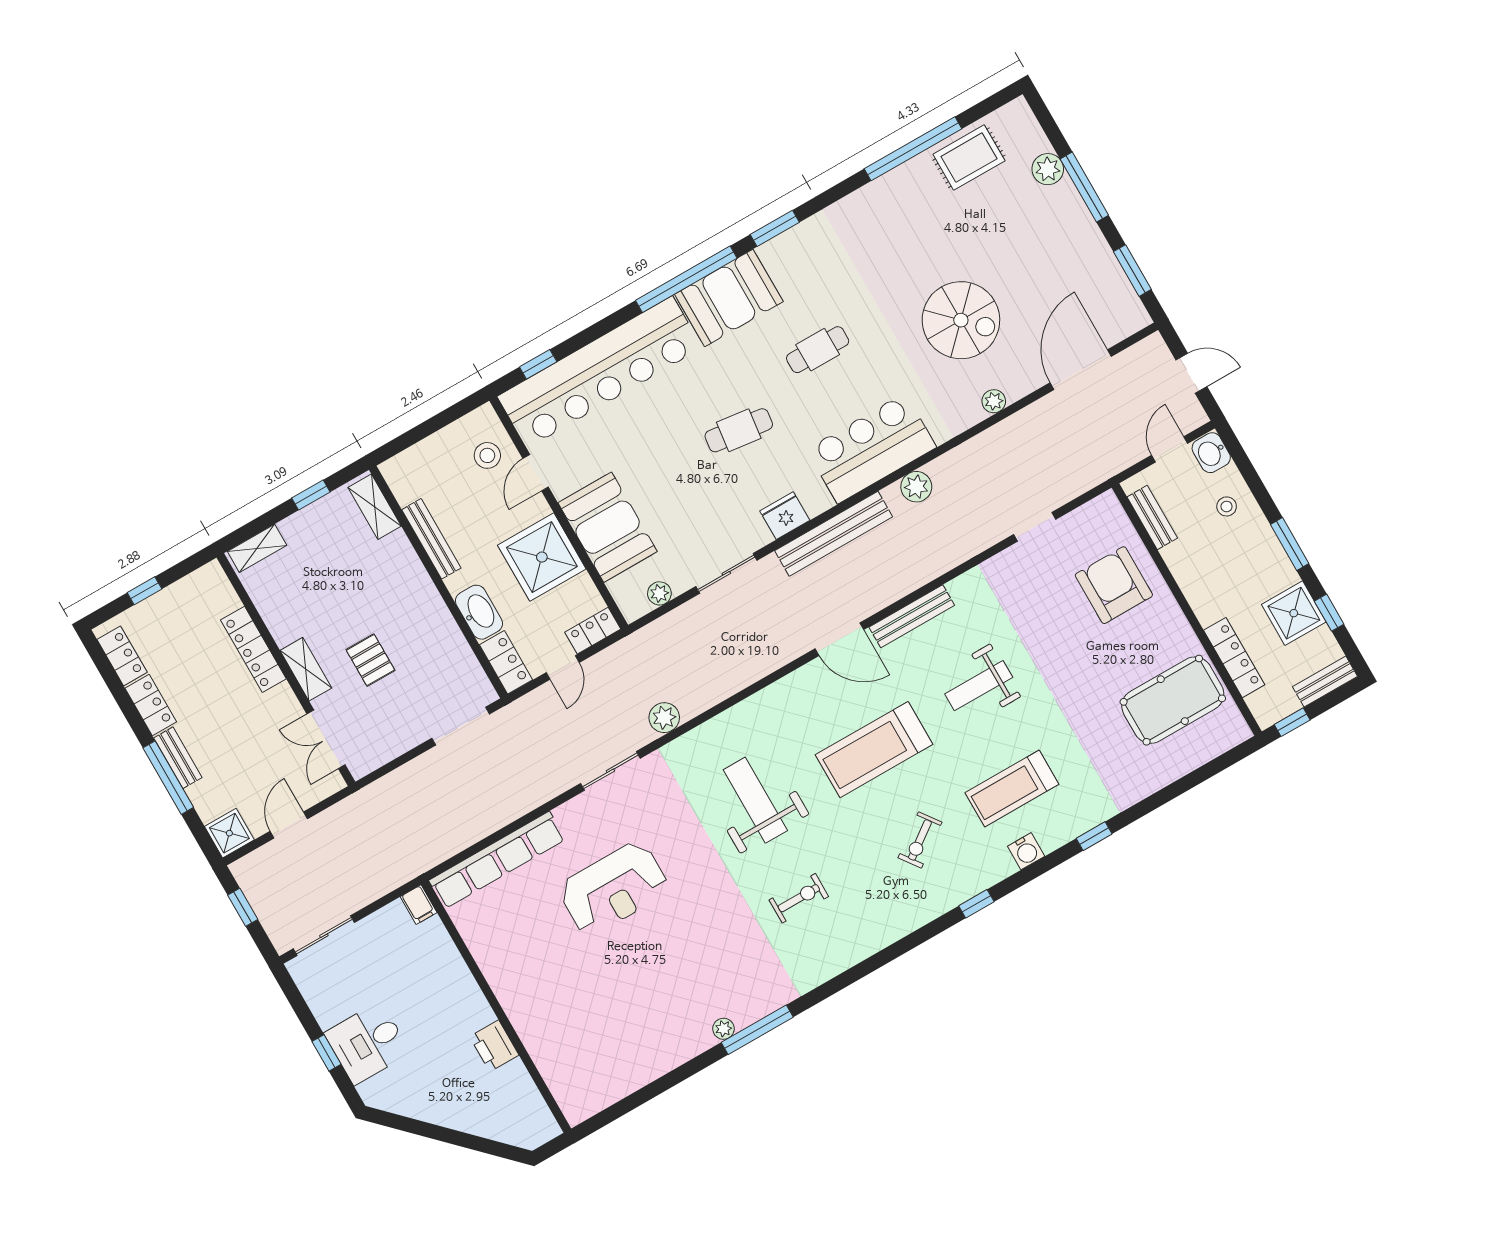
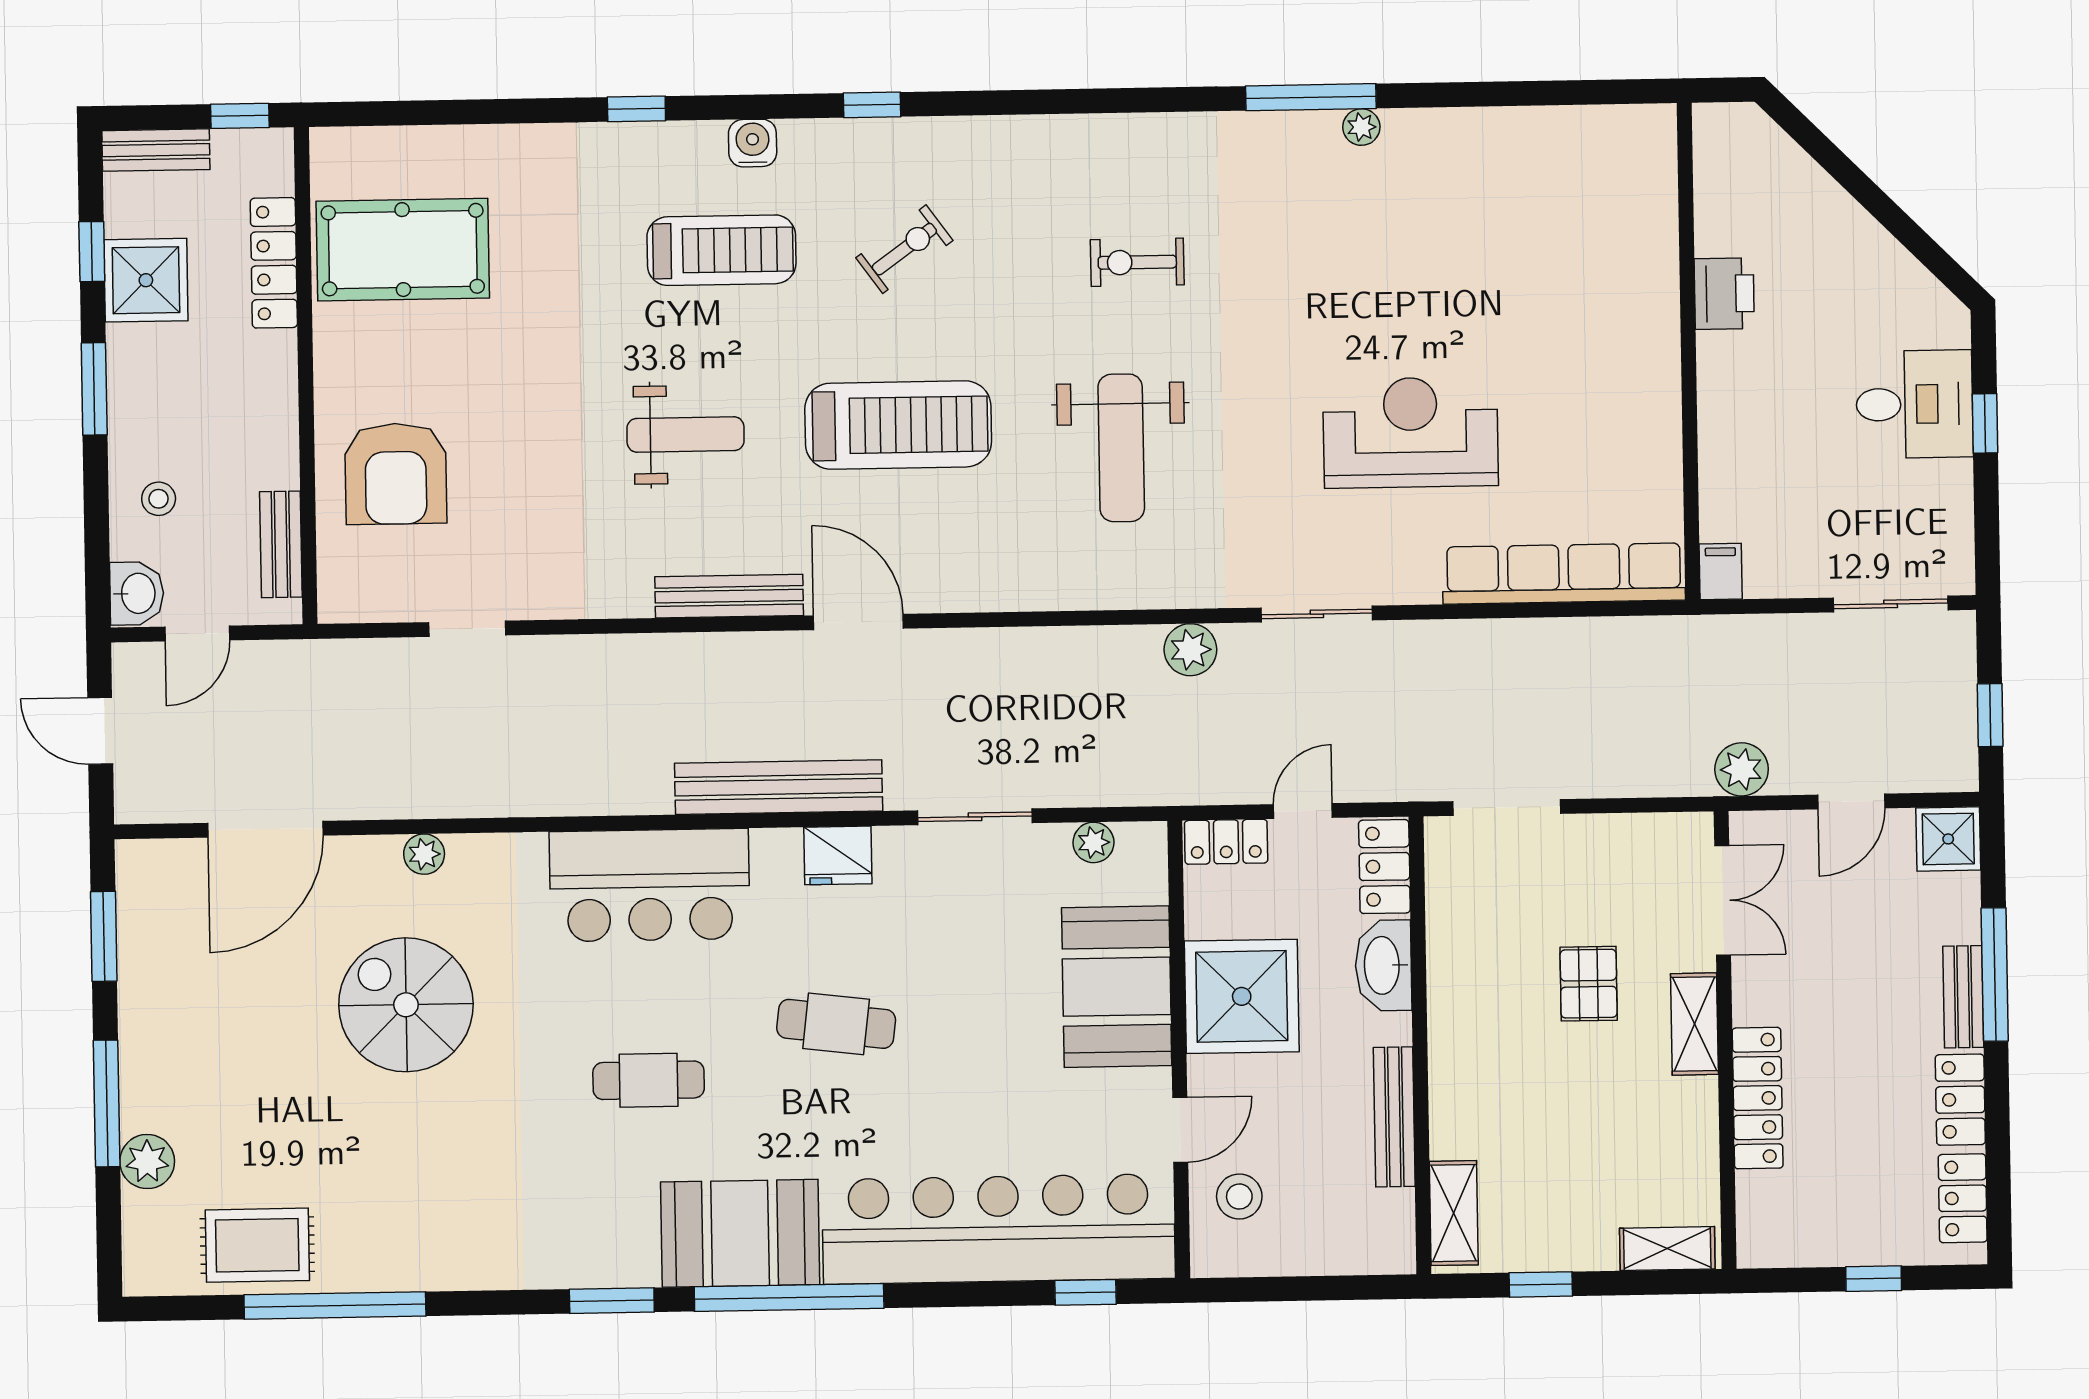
plant: (916, 487) -> (1742, 769), moved

